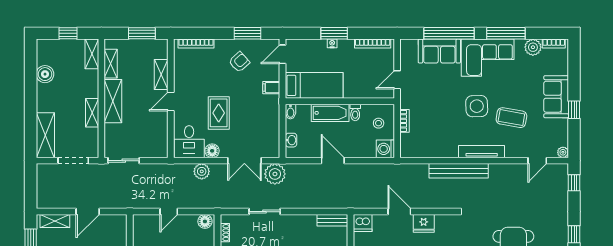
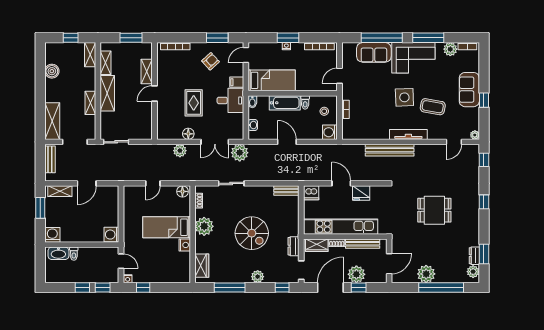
desk: (189, 142) -> (230, 100), moved, turned -90
bench: (43, 182) -> (50, 159), added

